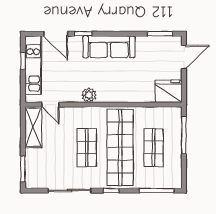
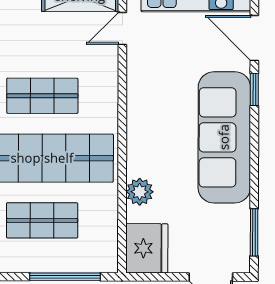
door: (55, 34) -> (254, 38), hinge flipped
sofa: (109, 47) -> (224, 137), width x1.36, depth x1.27
plant: (89, 95) -> (140, 192), moved

